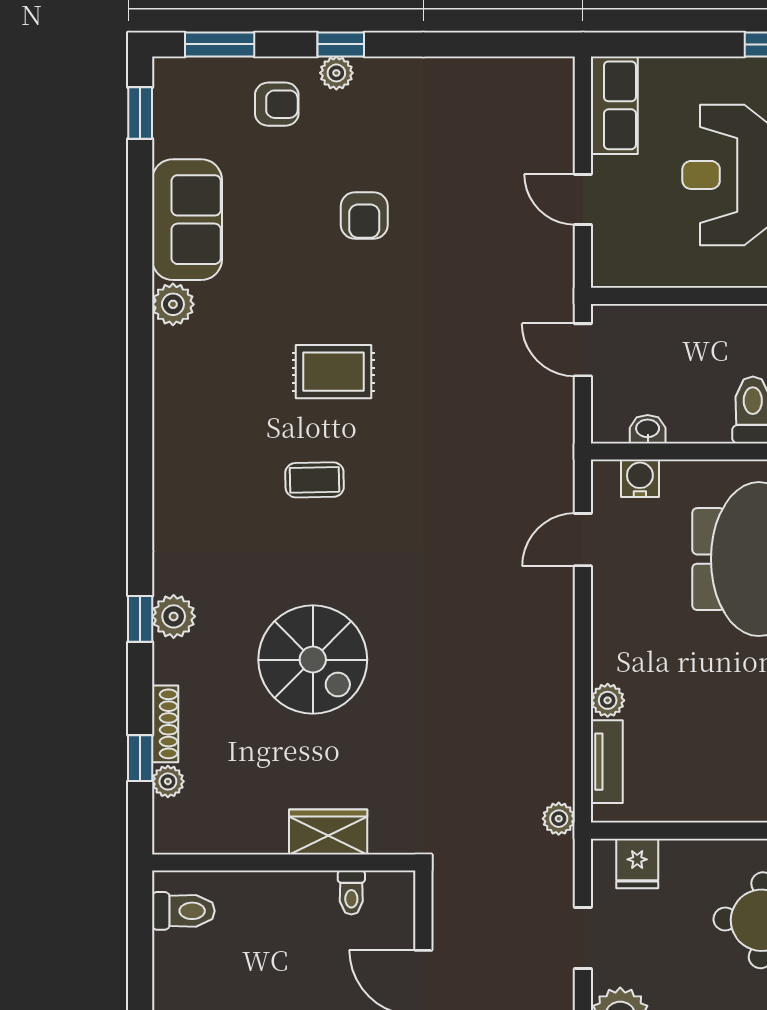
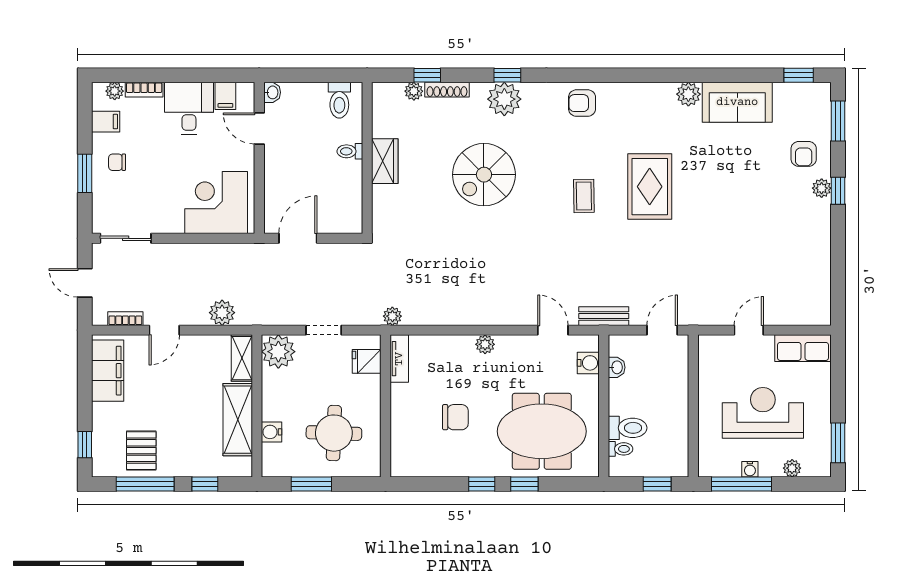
armchair: (364, 216) -> (582, 103), moved
rug: (334, 372) -> (650, 187), width x1.36, depth x1.43
bench: (558, 451) -> (604, 316), added
coffee table: (315, 480) -> (584, 196), moved
plant: (174, 616) -> (504, 99), width x1.36, depth x1.36
plant: (608, 700) -> (485, 344), moved
chair: (734, 709) -> (455, 417), added
tv unit: (607, 762) -> (399, 359), moved, turned -90
wardrobe: (328, 832) -> (385, 161), moved
toilet: (351, 893) -> (350, 151), moved

